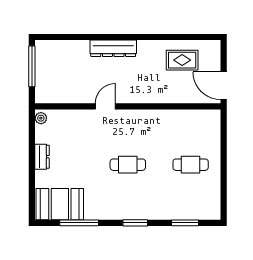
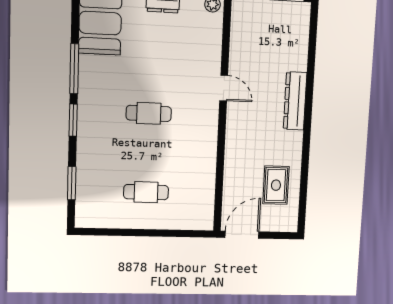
cafe table: (128, 165) -> (149, 113), turned 90
cafe table: (191, 165) -> (146, 192), turned 90
window: (79, 223) -> (74, 69), moved

